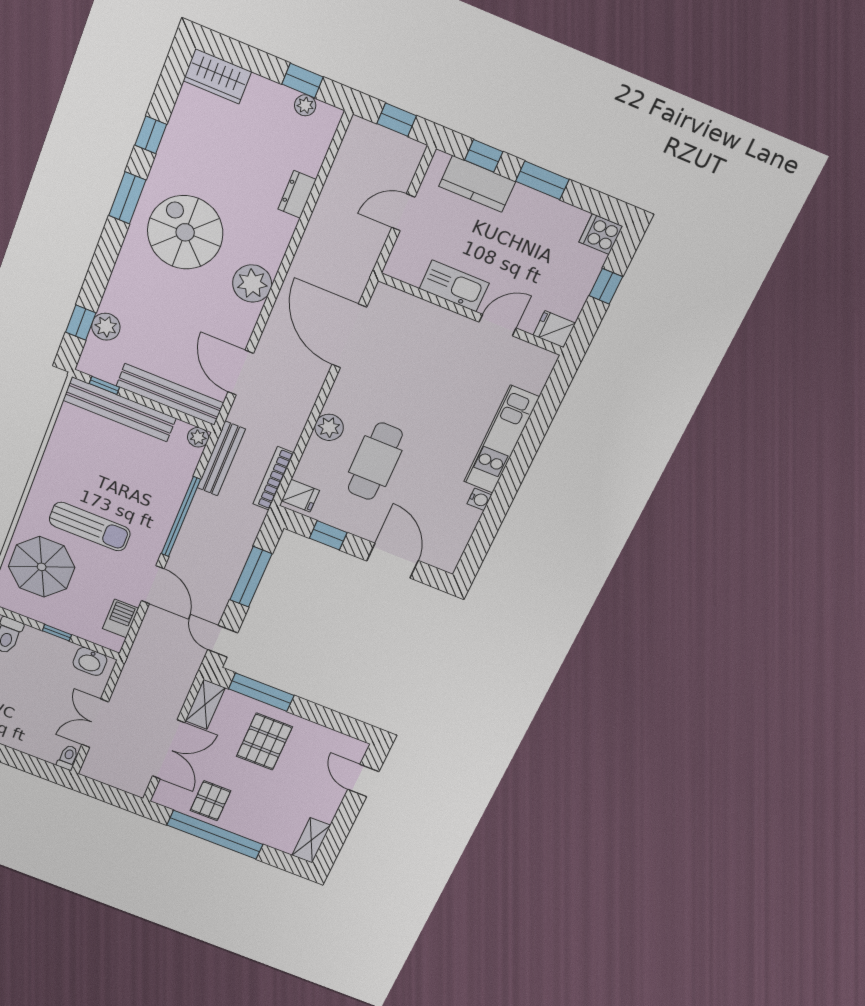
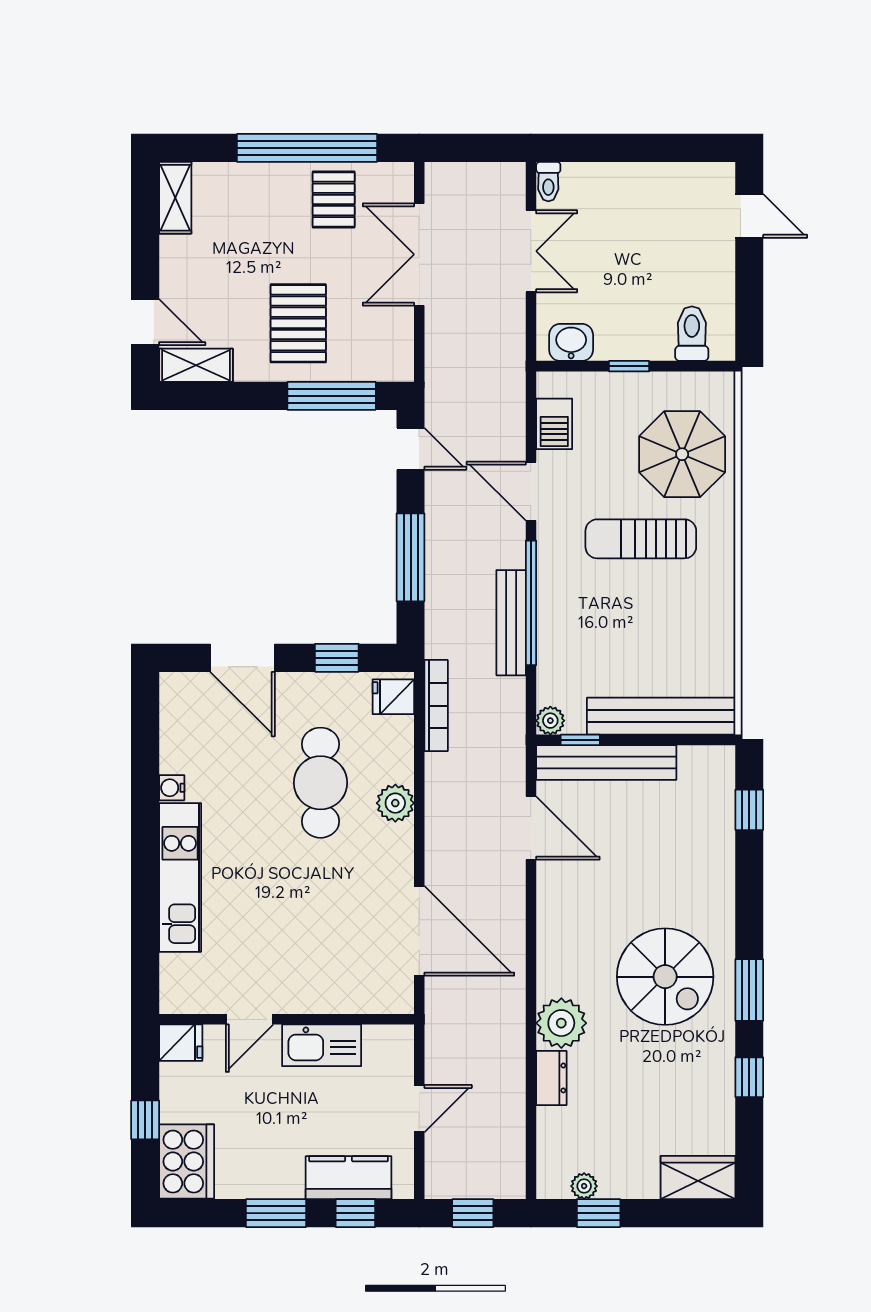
cooker: (601, 234) -> (187, 1162), width x1.87, depth x1.31
plant: (252, 284) -> (561, 1023), moved
plant: (106, 327) -> (717, 817), removed
window: (104, 385) -> (580, 740), moved
bench: (221, 459) -> (511, 623), moved
shelving: (205, 704) -> (196, 365), moved, turned 90

